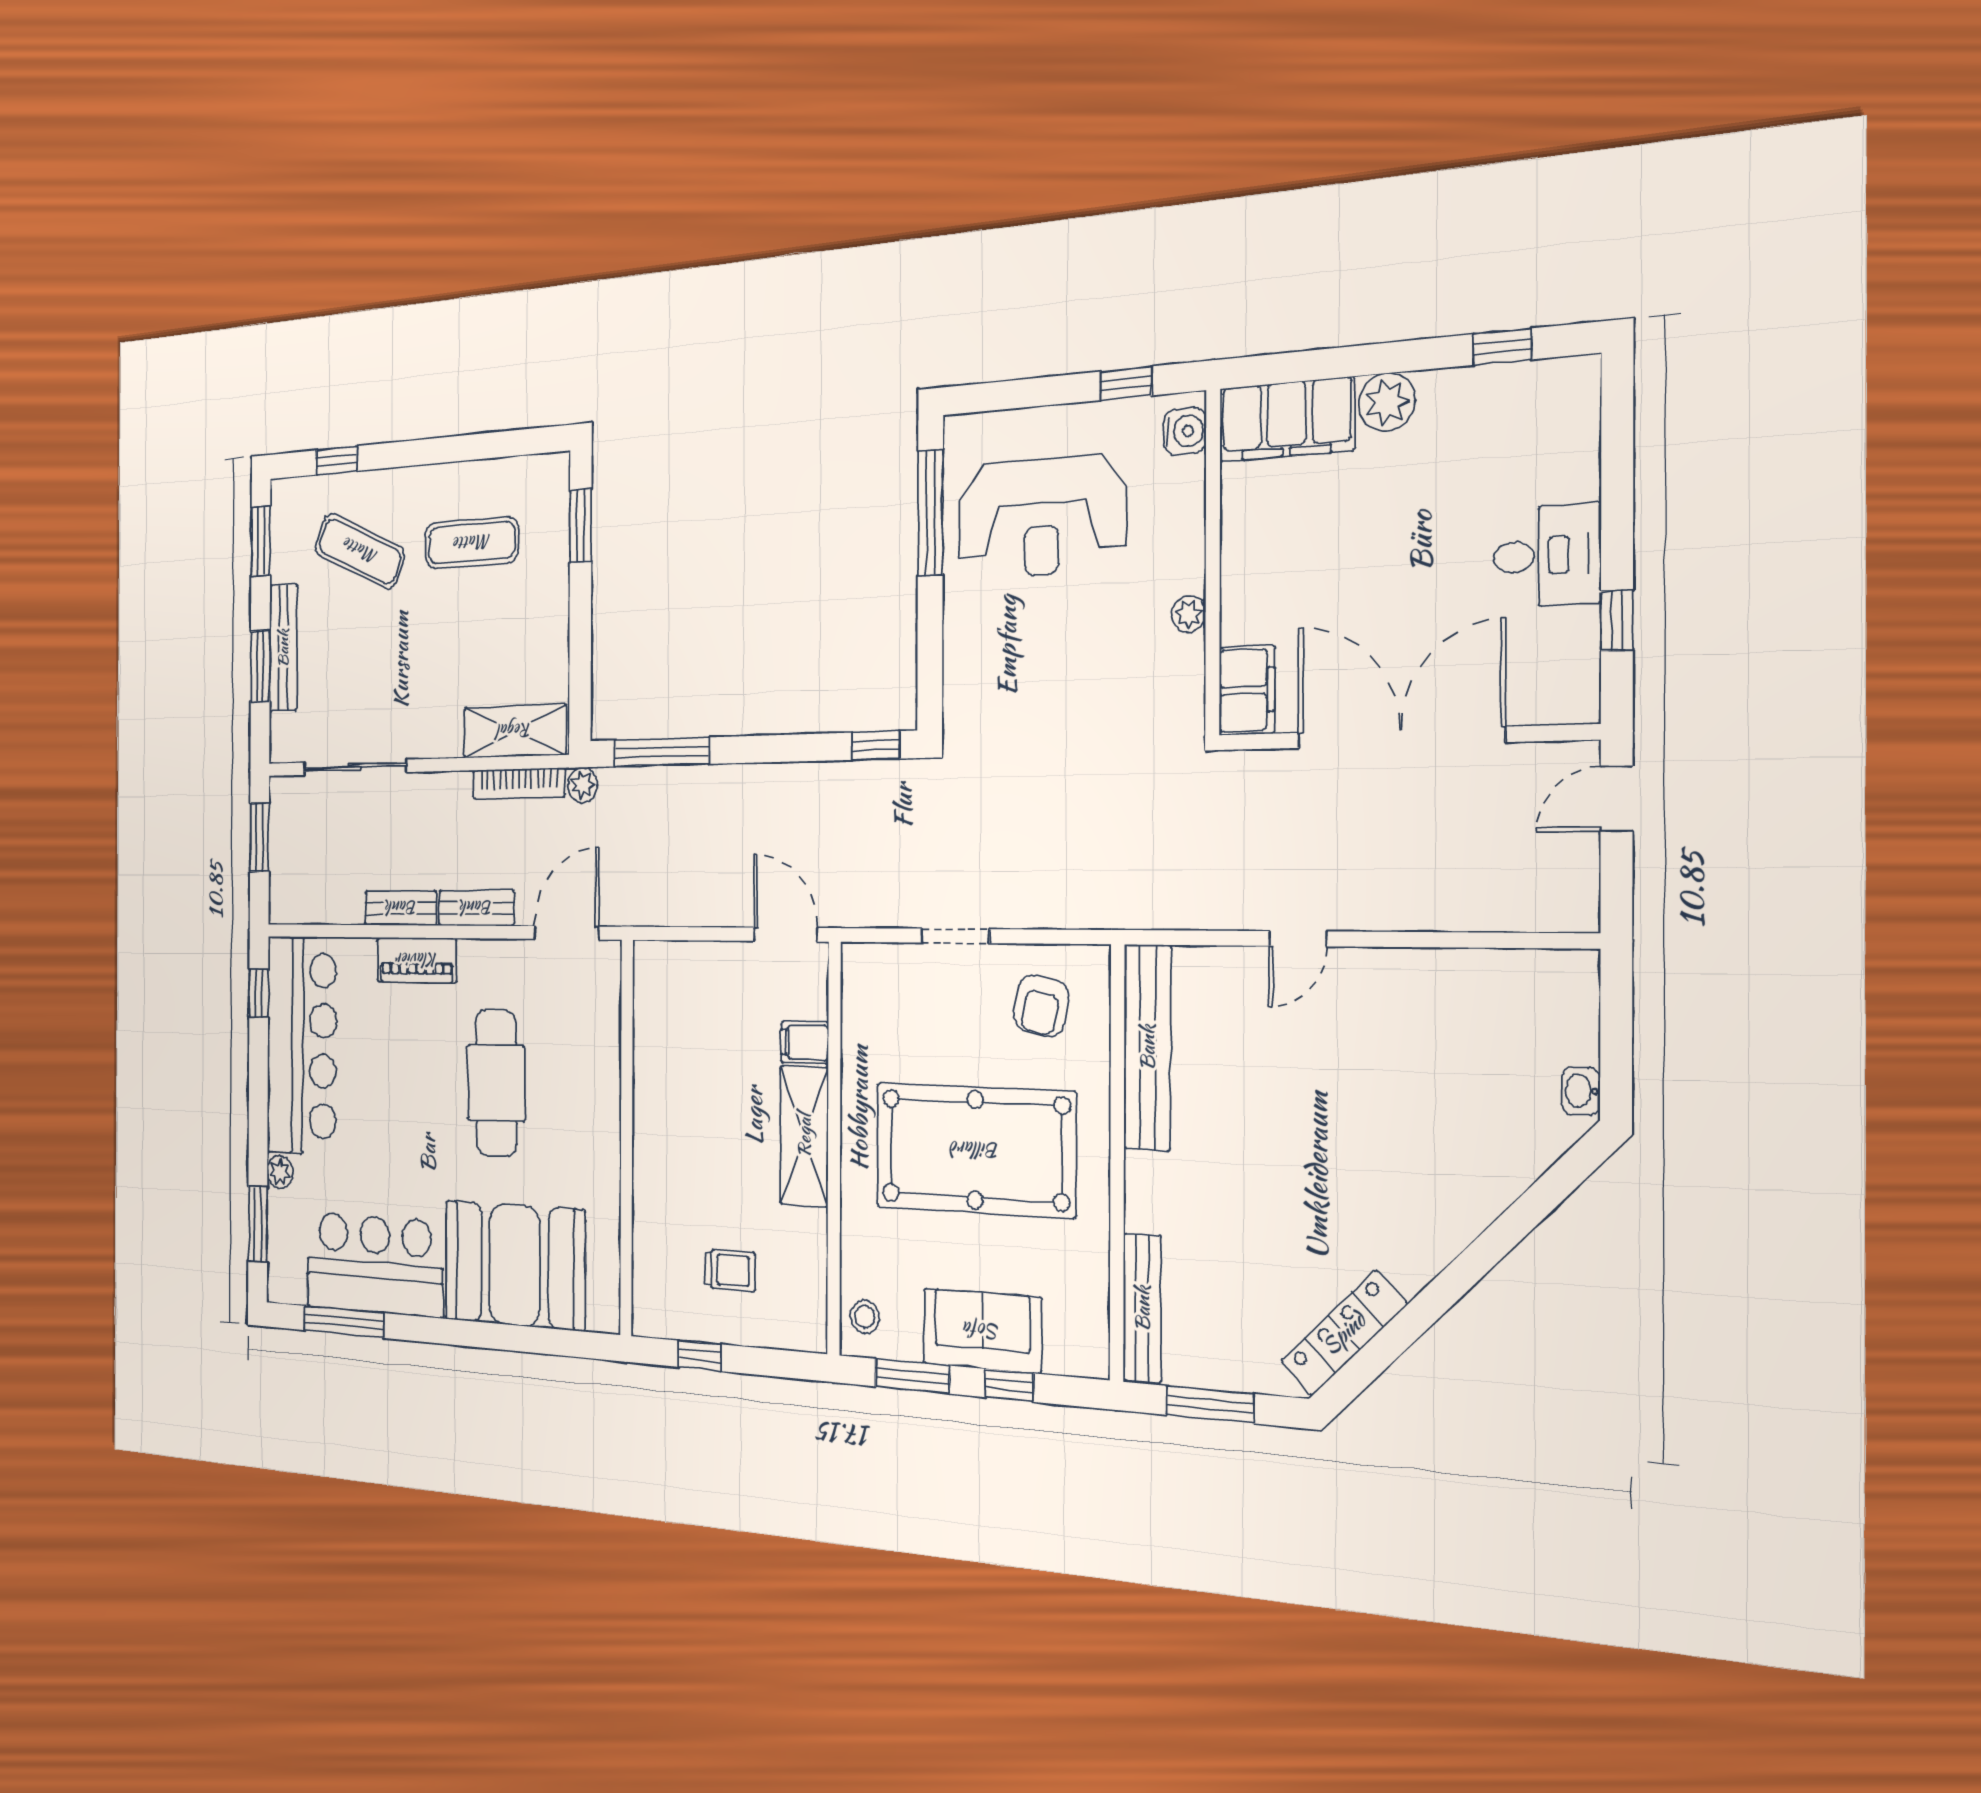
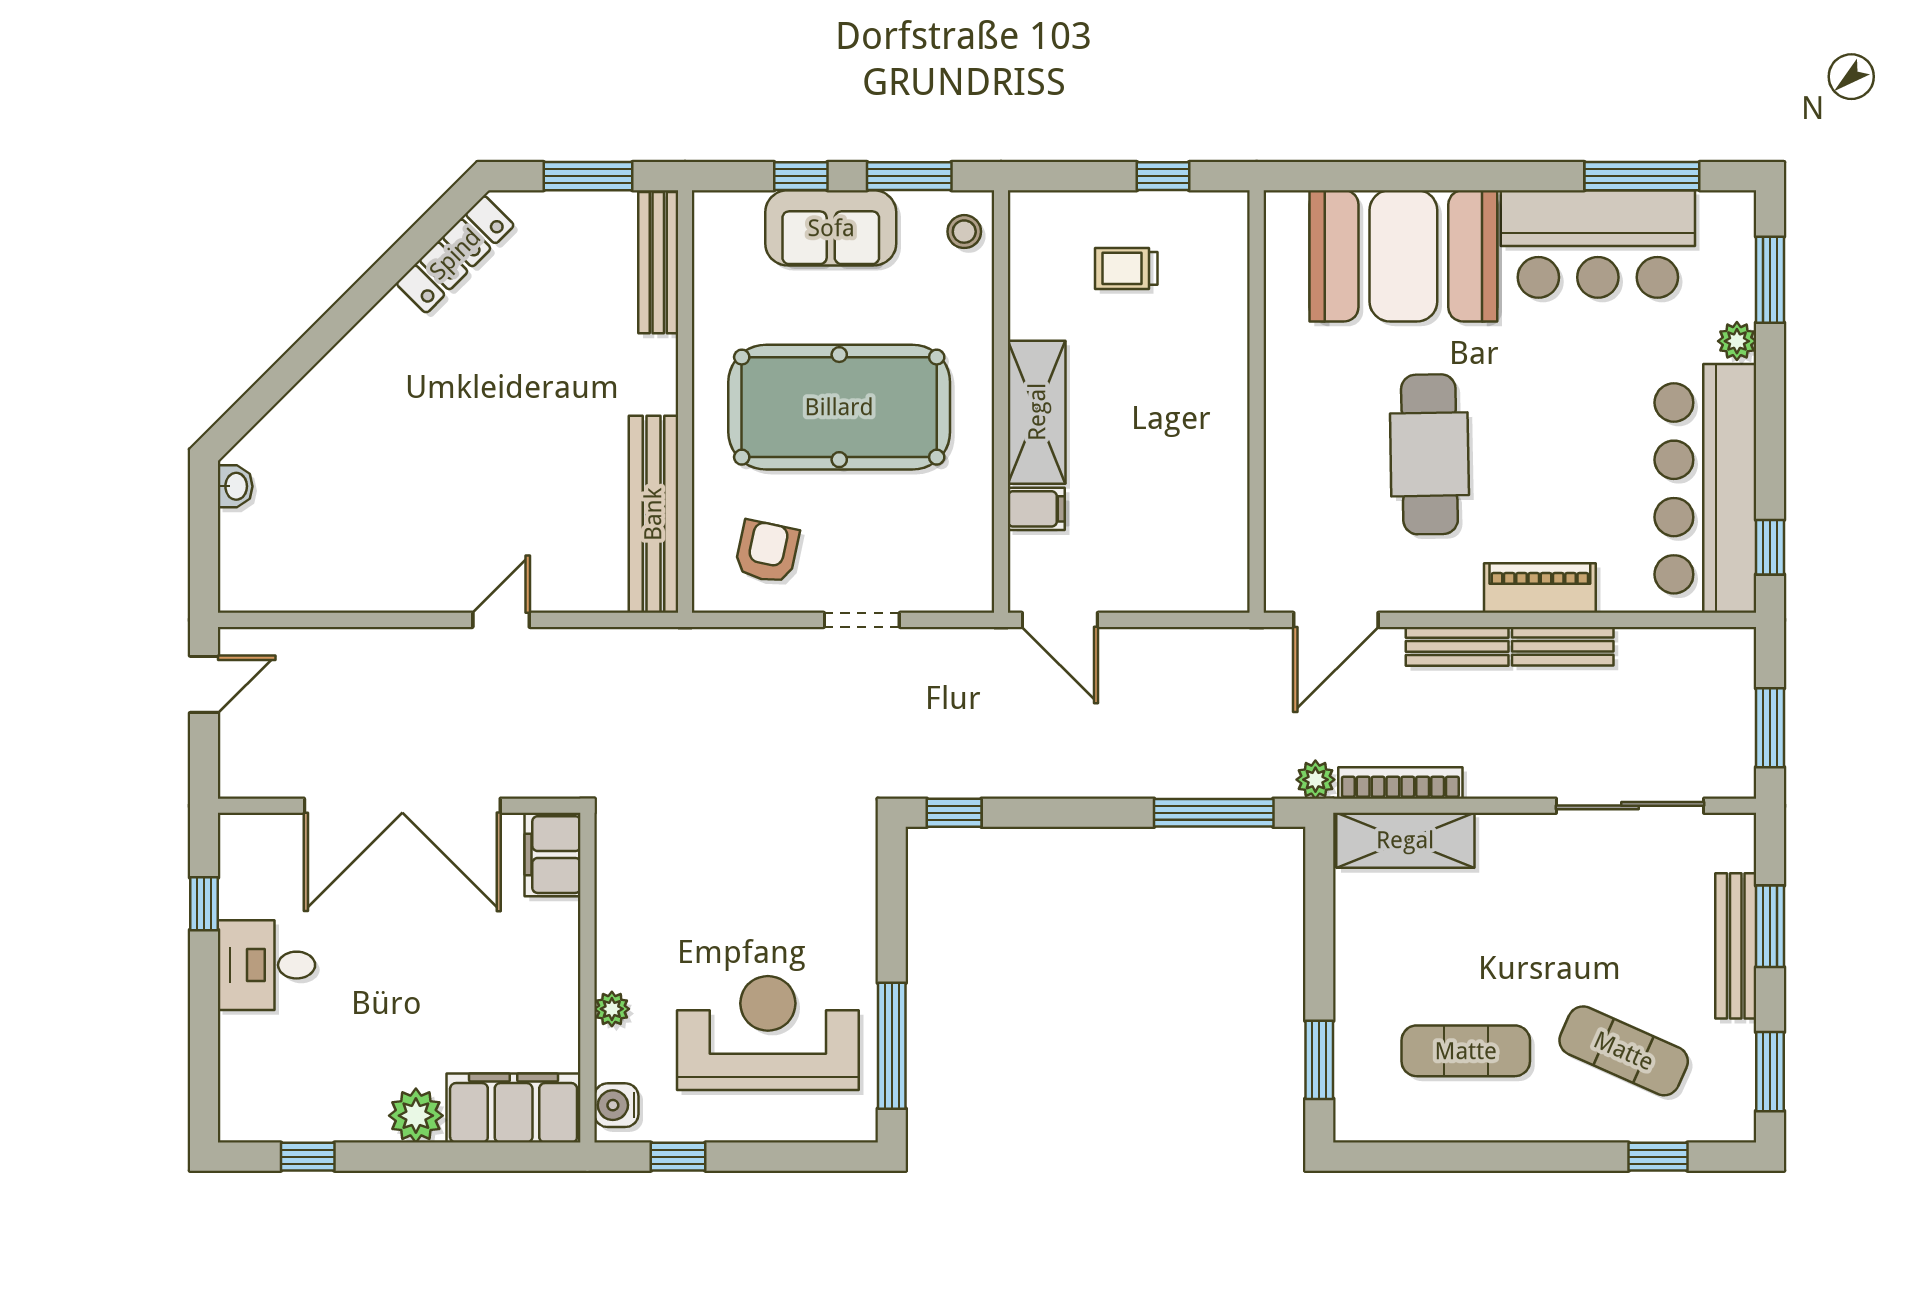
plant: (1189, 614) -> (612, 1009), moved
door: (1617, 799) -> (204, 684), moved

